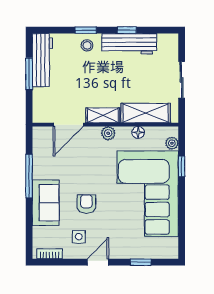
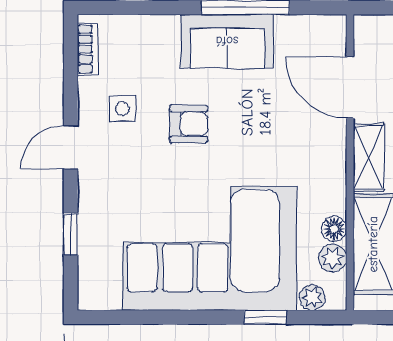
plant: (108, 133) -> (332, 258), moved
sofa: (46, 203) -> (227, 41), moved
door: (98, 262) -> (71, 147), swing flipped

